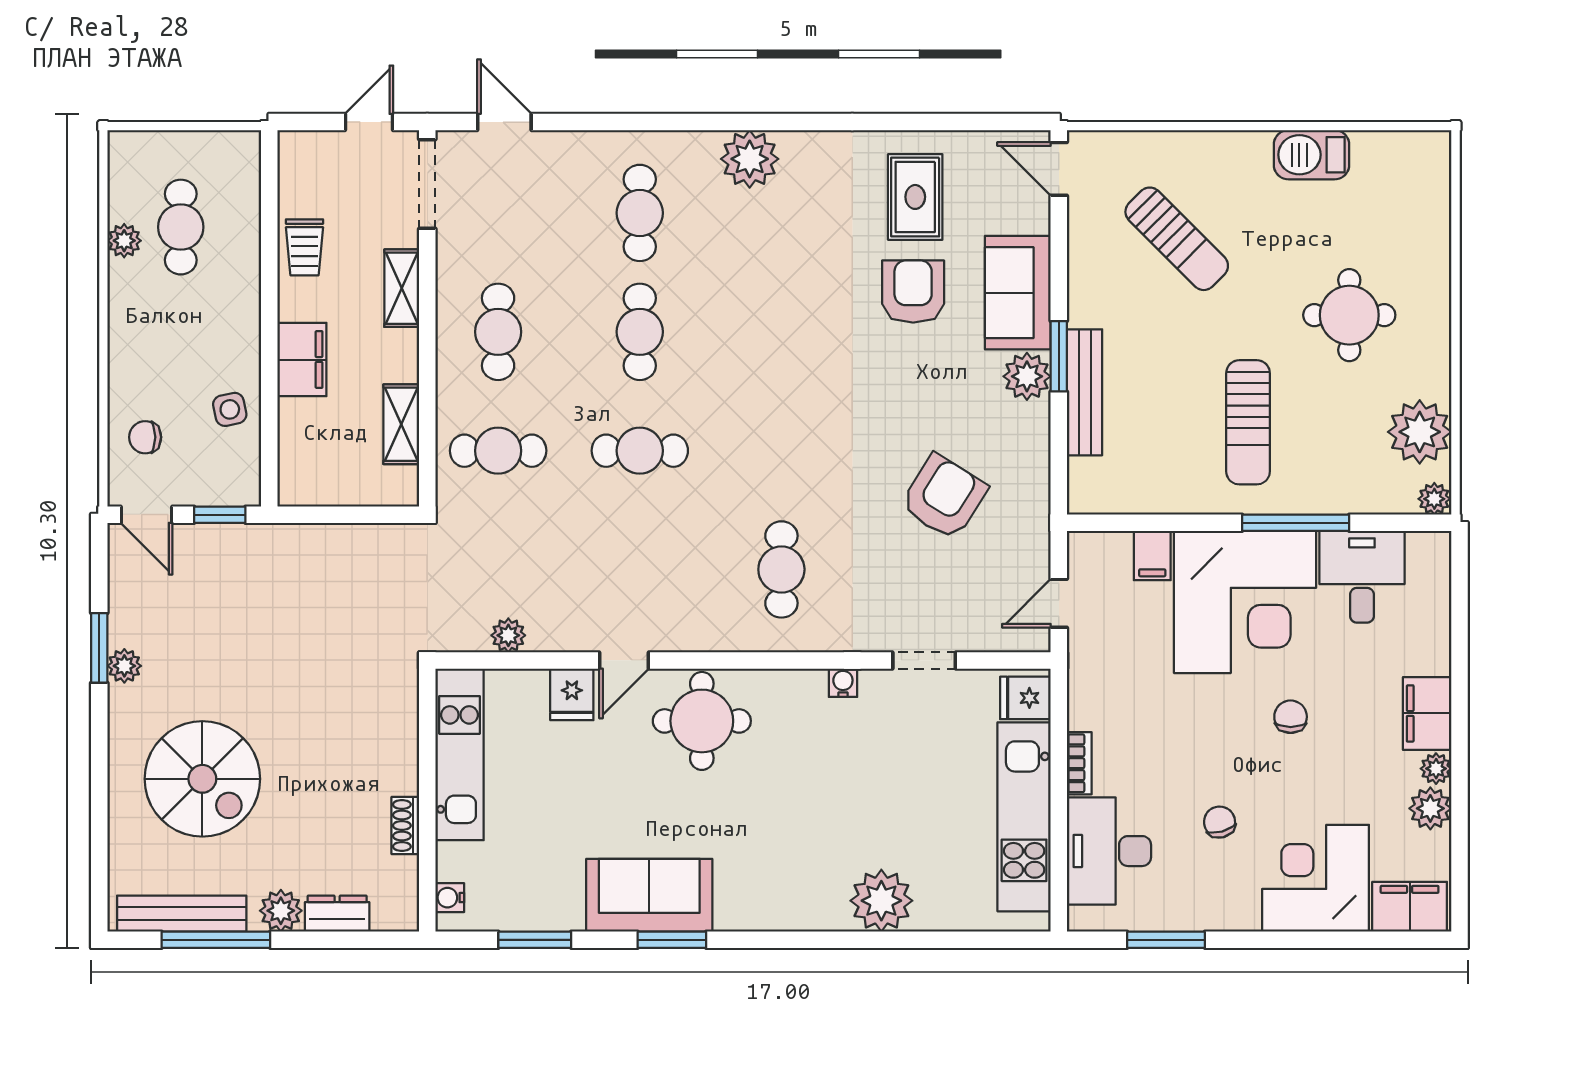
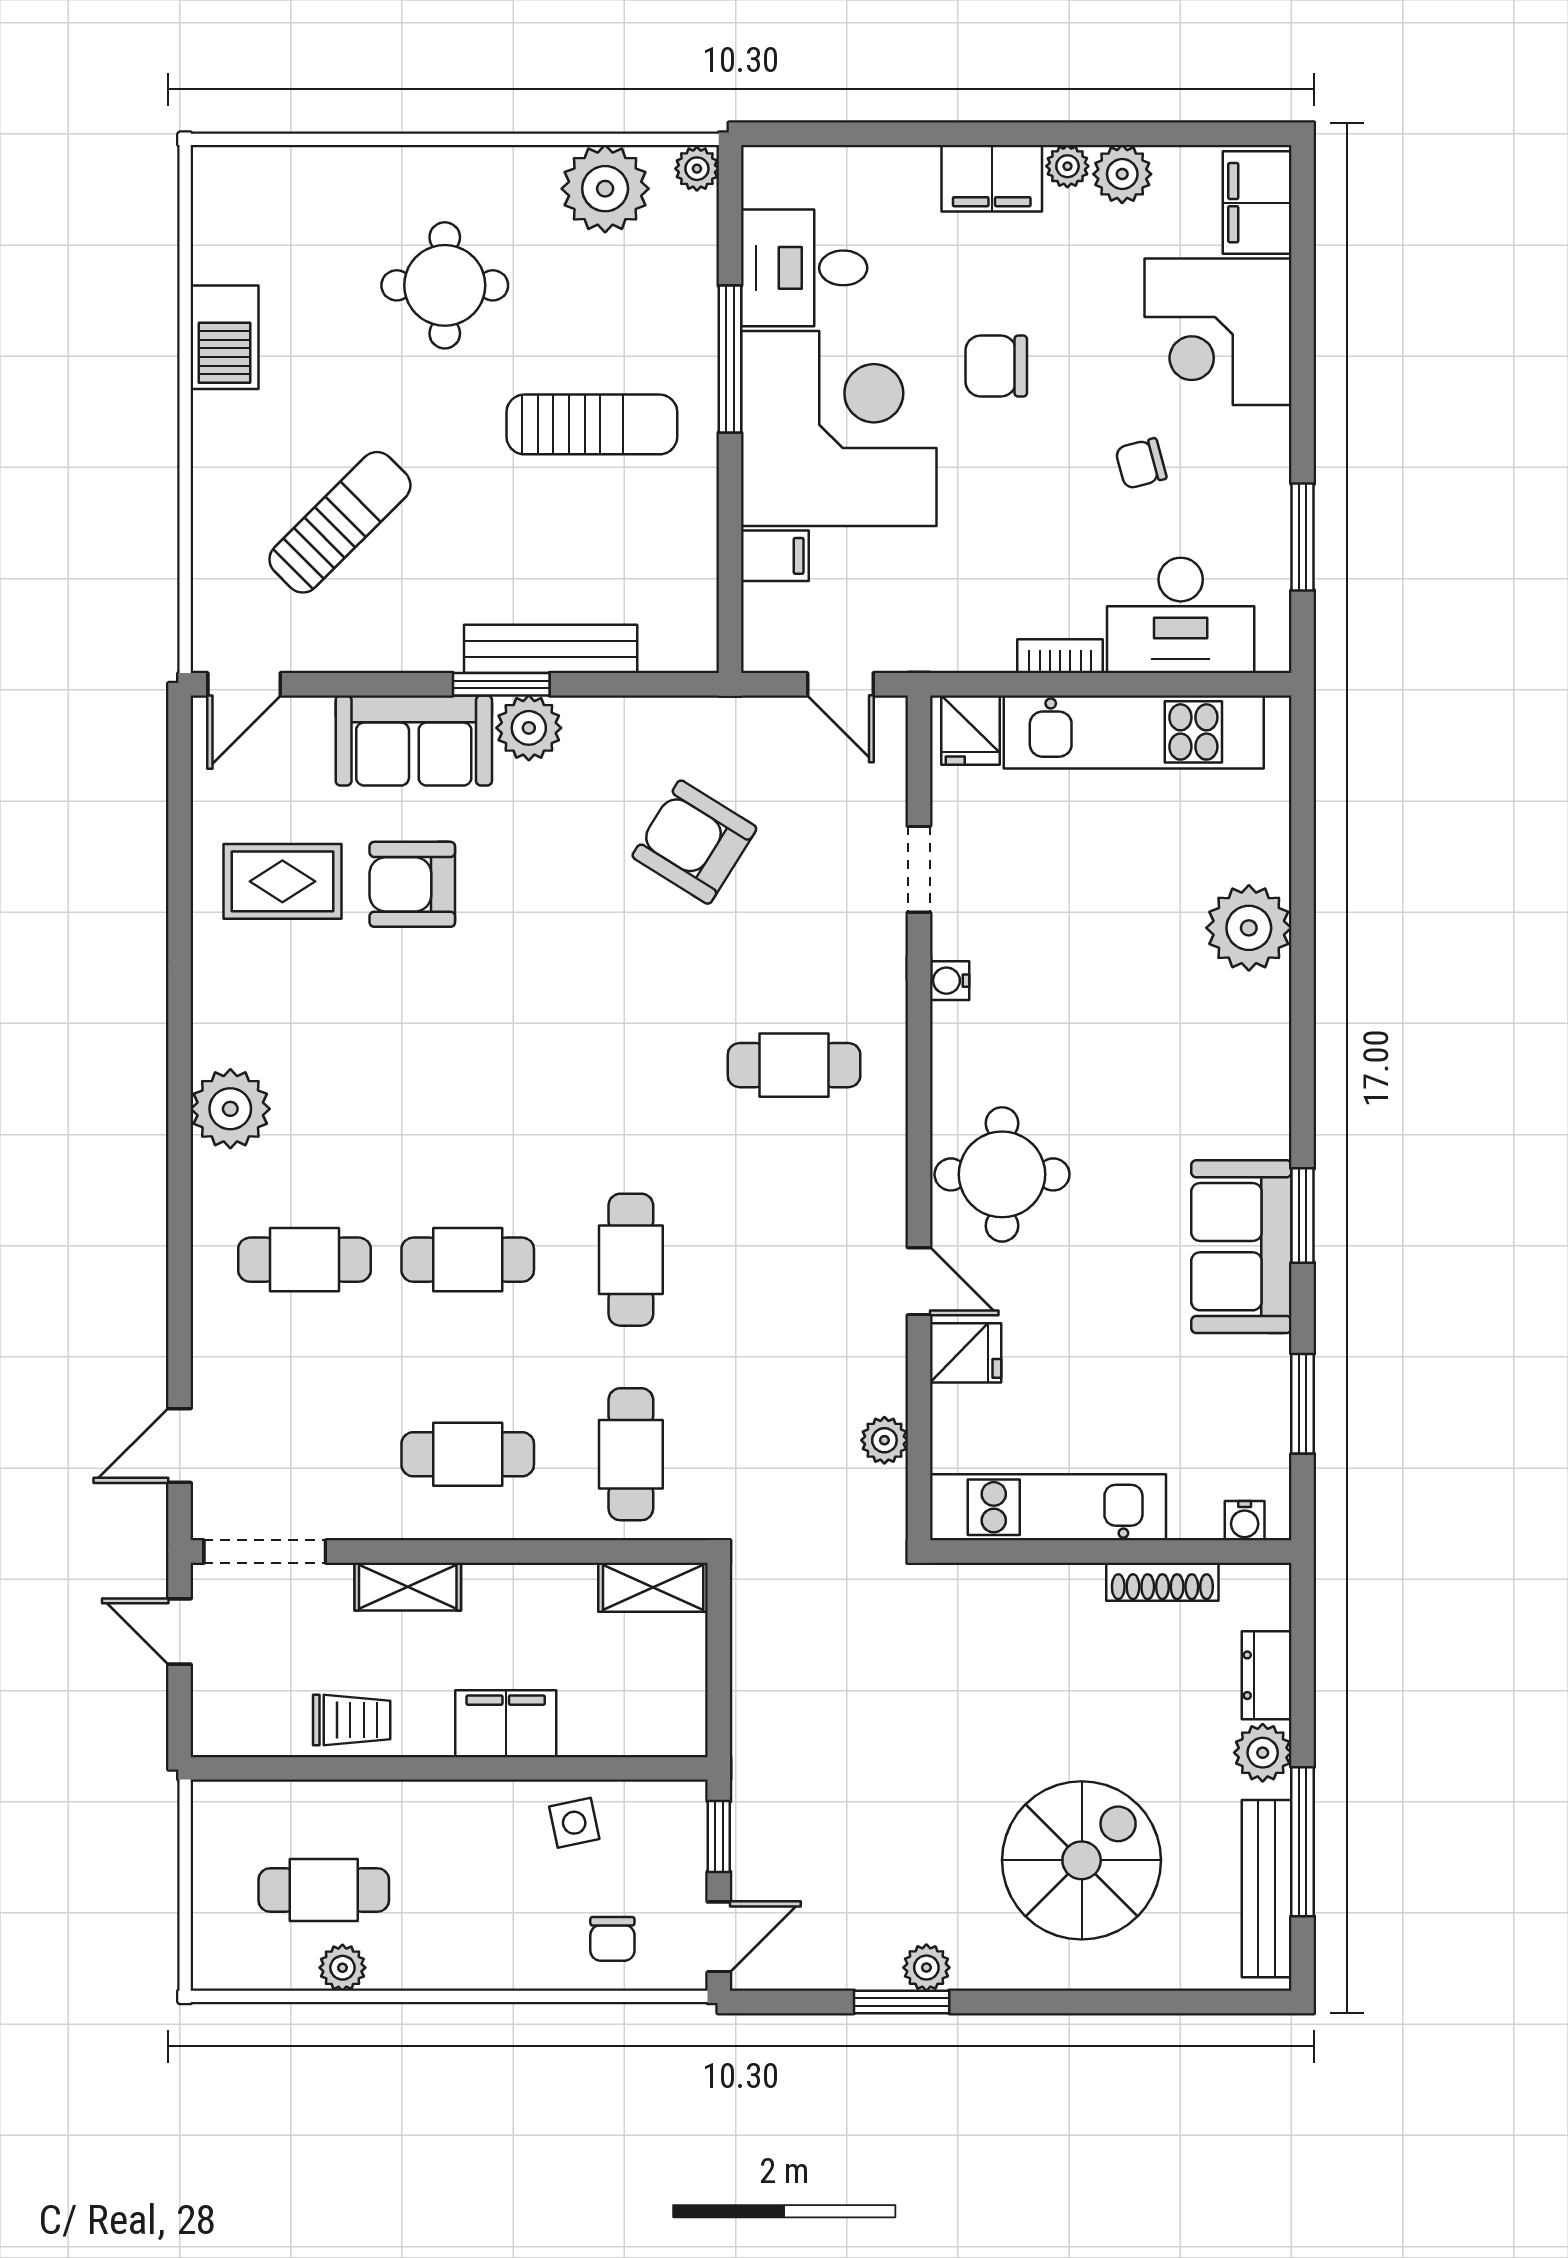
shelving: (401, 424) -> (653, 1587), moved
chair: (1291, 717) -> (996, 366), width x1.37, depth x1.37
shoe rack: (405, 826) -> (1162, 1582), width x1.43

